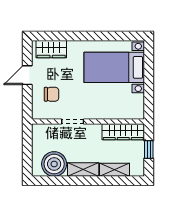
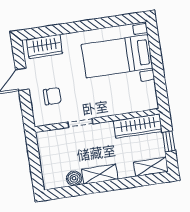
boiler: (54, 164) -> (74, 178), width x0.54, depth x0.54
shelving: (115, 170) -> (151, 167), moved

